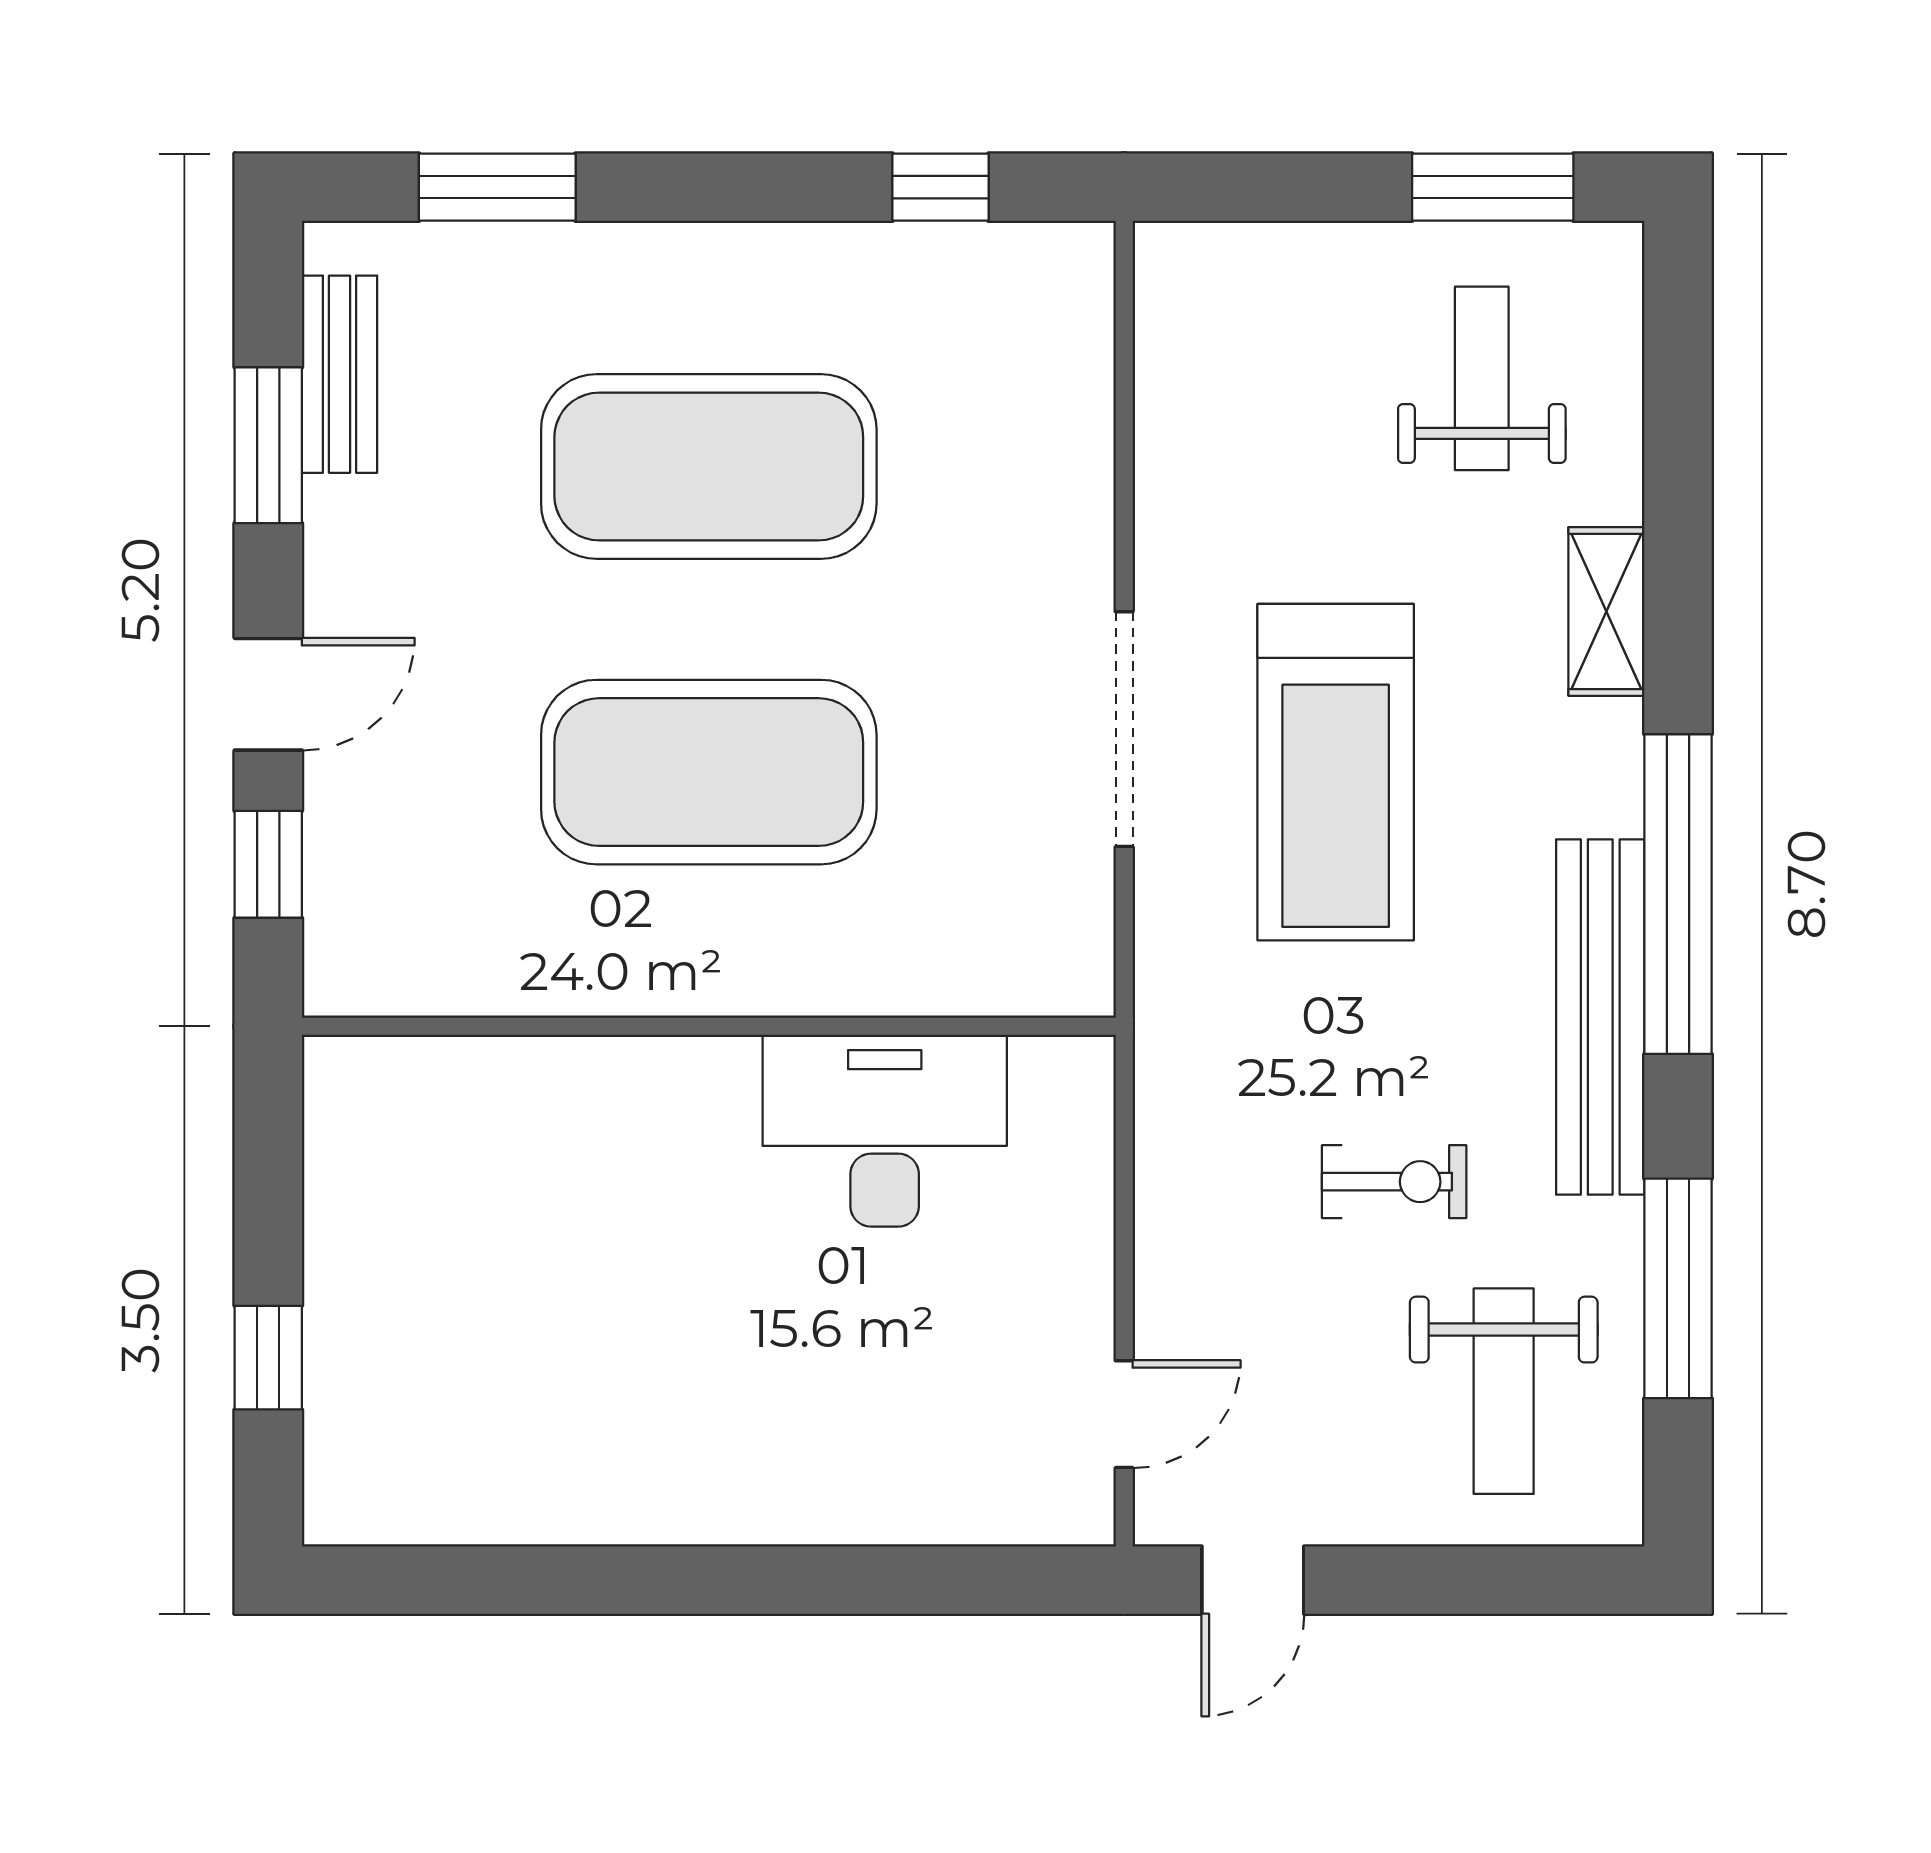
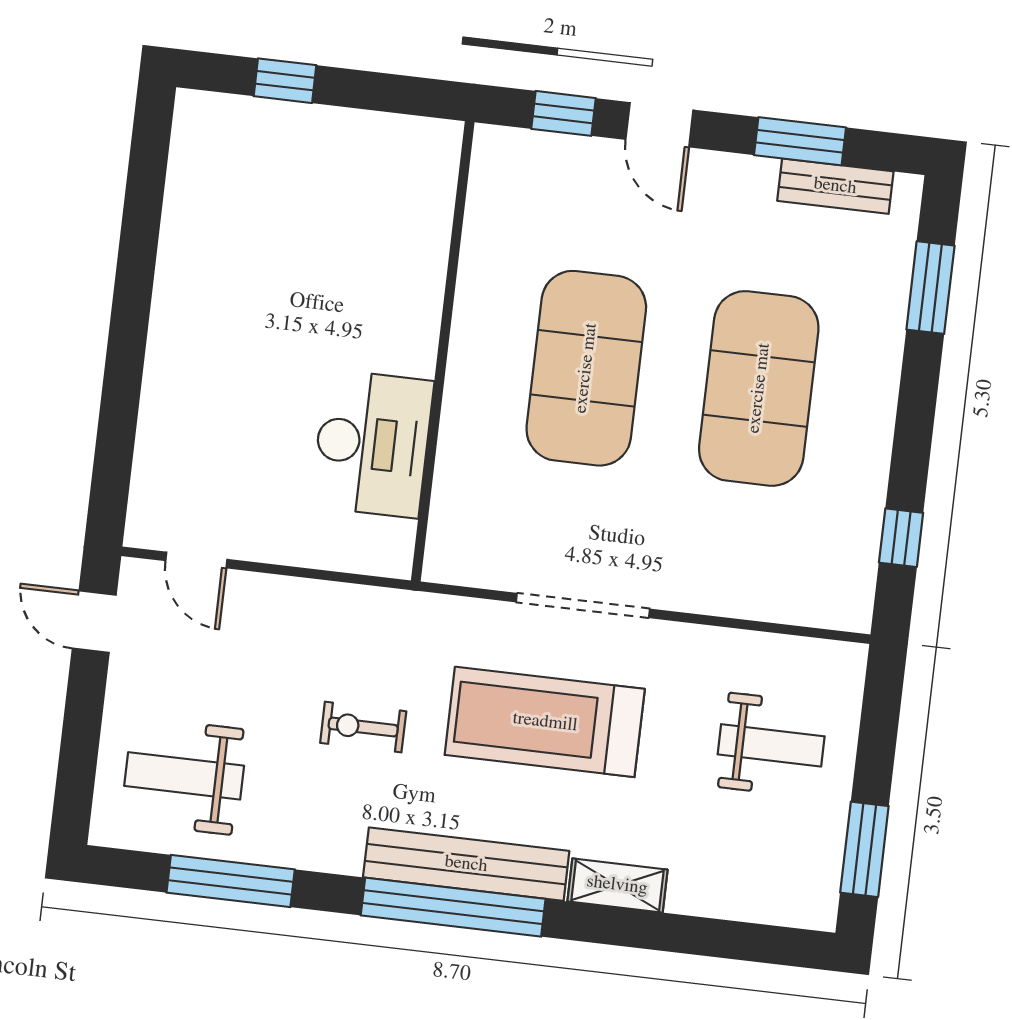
weight bench: (1482, 378) -> (771, 745), moved
bench: (1600, 1017) -> (466, 864), moved
exercise bike: (1394, 1182) -> (363, 727), moved, turned 90

